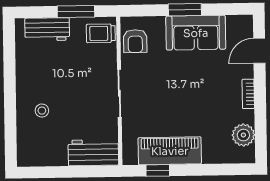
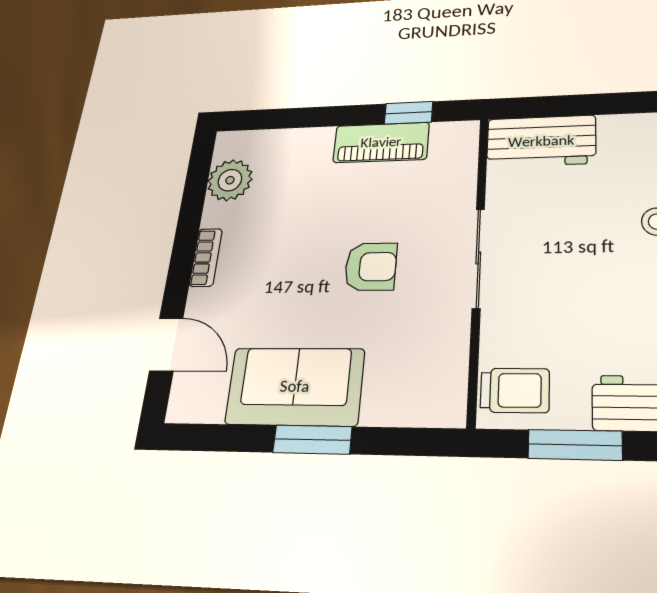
armchair: (135, 41) -> (371, 267), moved, turned 90
door: (259, 51) -> (166, 344), hinge flipped
piano: (170, 151) -> (381, 142), width x0.73, depth x0.75

